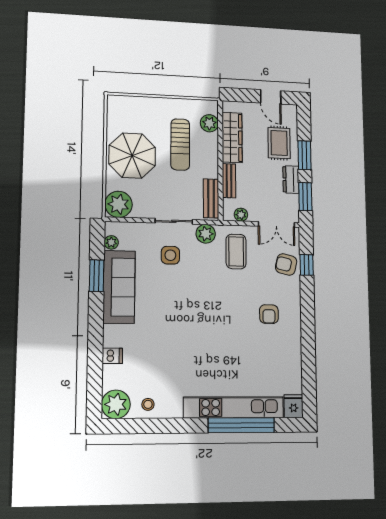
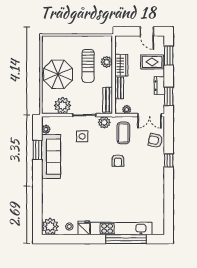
plant: (209, 123) -> (107, 62), moved
wardrobe: (232, 137) -> (121, 65), width x0.67
rug: (279, 143) -> (152, 62), turned 90
window: (304, 155) -> (169, 56), moved
plant: (119, 204) -> (63, 105), moved
window: (307, 265) -> (169, 160), moved
armchair: (269, 314) -> (118, 161), moved
dishwasher: (112, 356) -> (48, 198), removed
fridge: (294, 406) -> (84, 228), moved

